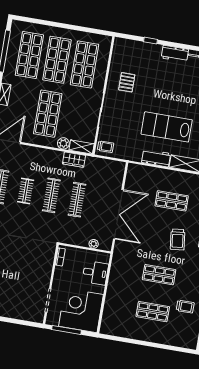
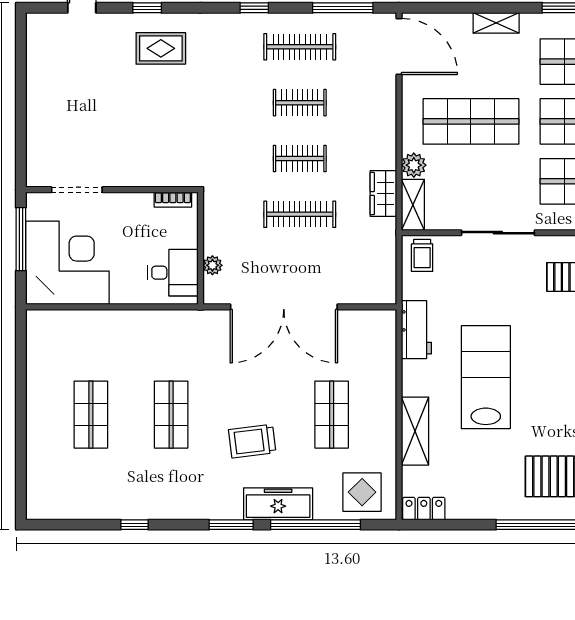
workbench: (156, 158) -> (416, 330), moved
clothes rail: (51, 195) -> (300, 158), width x0.73
desk: (95, 273) -> (173, 273), moved, turned -90
trolley: (185, 307) -> (113, 481), removed

